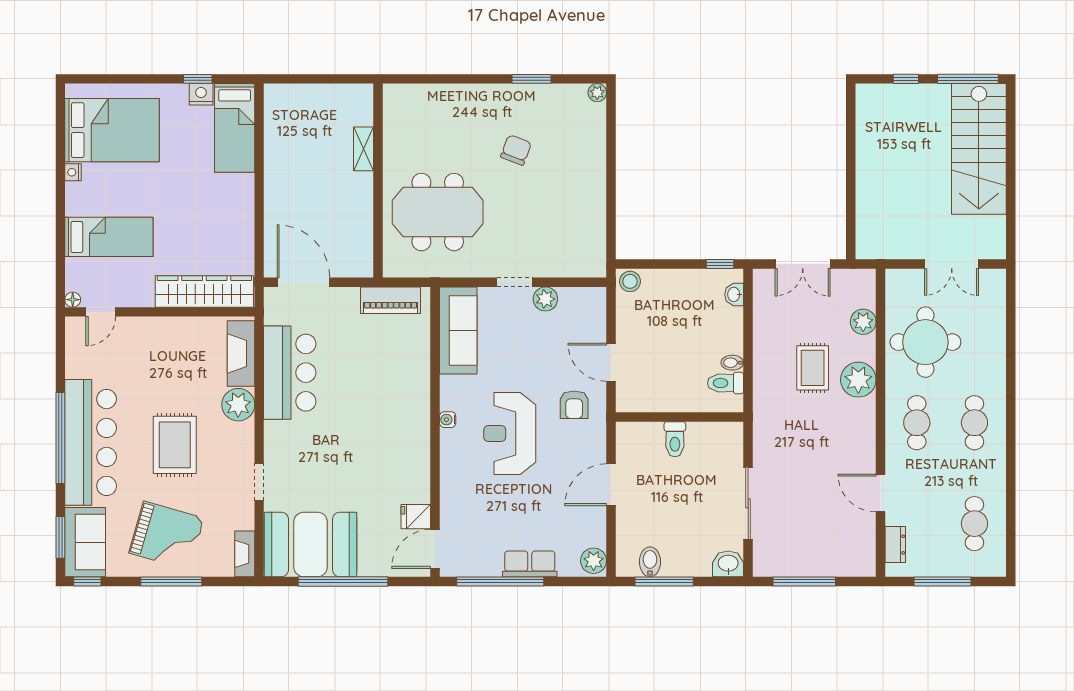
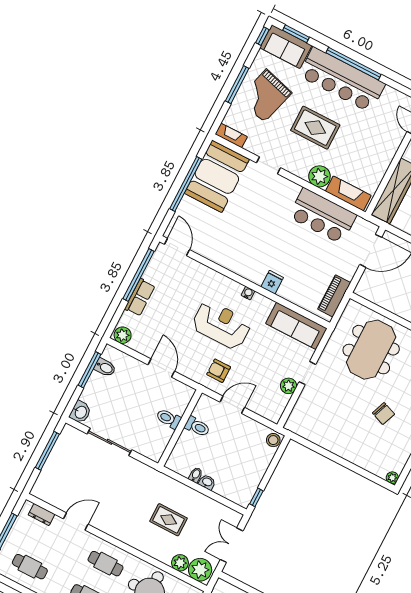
washbasin: (734, 294) -> (207, 482), moved
plant: (858, 380) -> (200, 570), moved
toilet: (725, 383) -> (197, 427), moved, turned 90
fridge: (416, 517) -> (272, 282), moved

